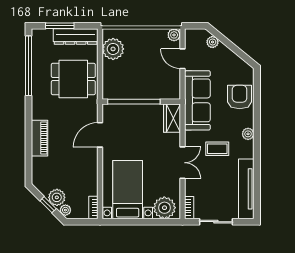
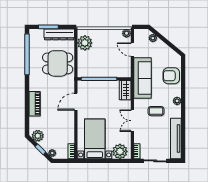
armchair: (240, 97) -> (171, 76), turned -90
double door: (183, 163) -> (132, 121), swing flipped
plant: (57, 197) -> (38, 136), moved

